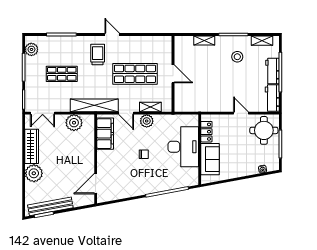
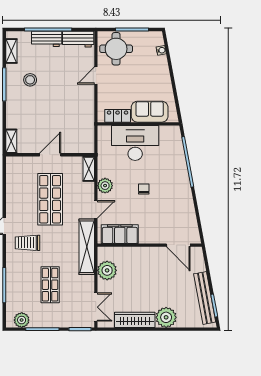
shelving: (204, 41) -> (11, 141), moved
shelving: (150, 107) -> (89, 169), moved

